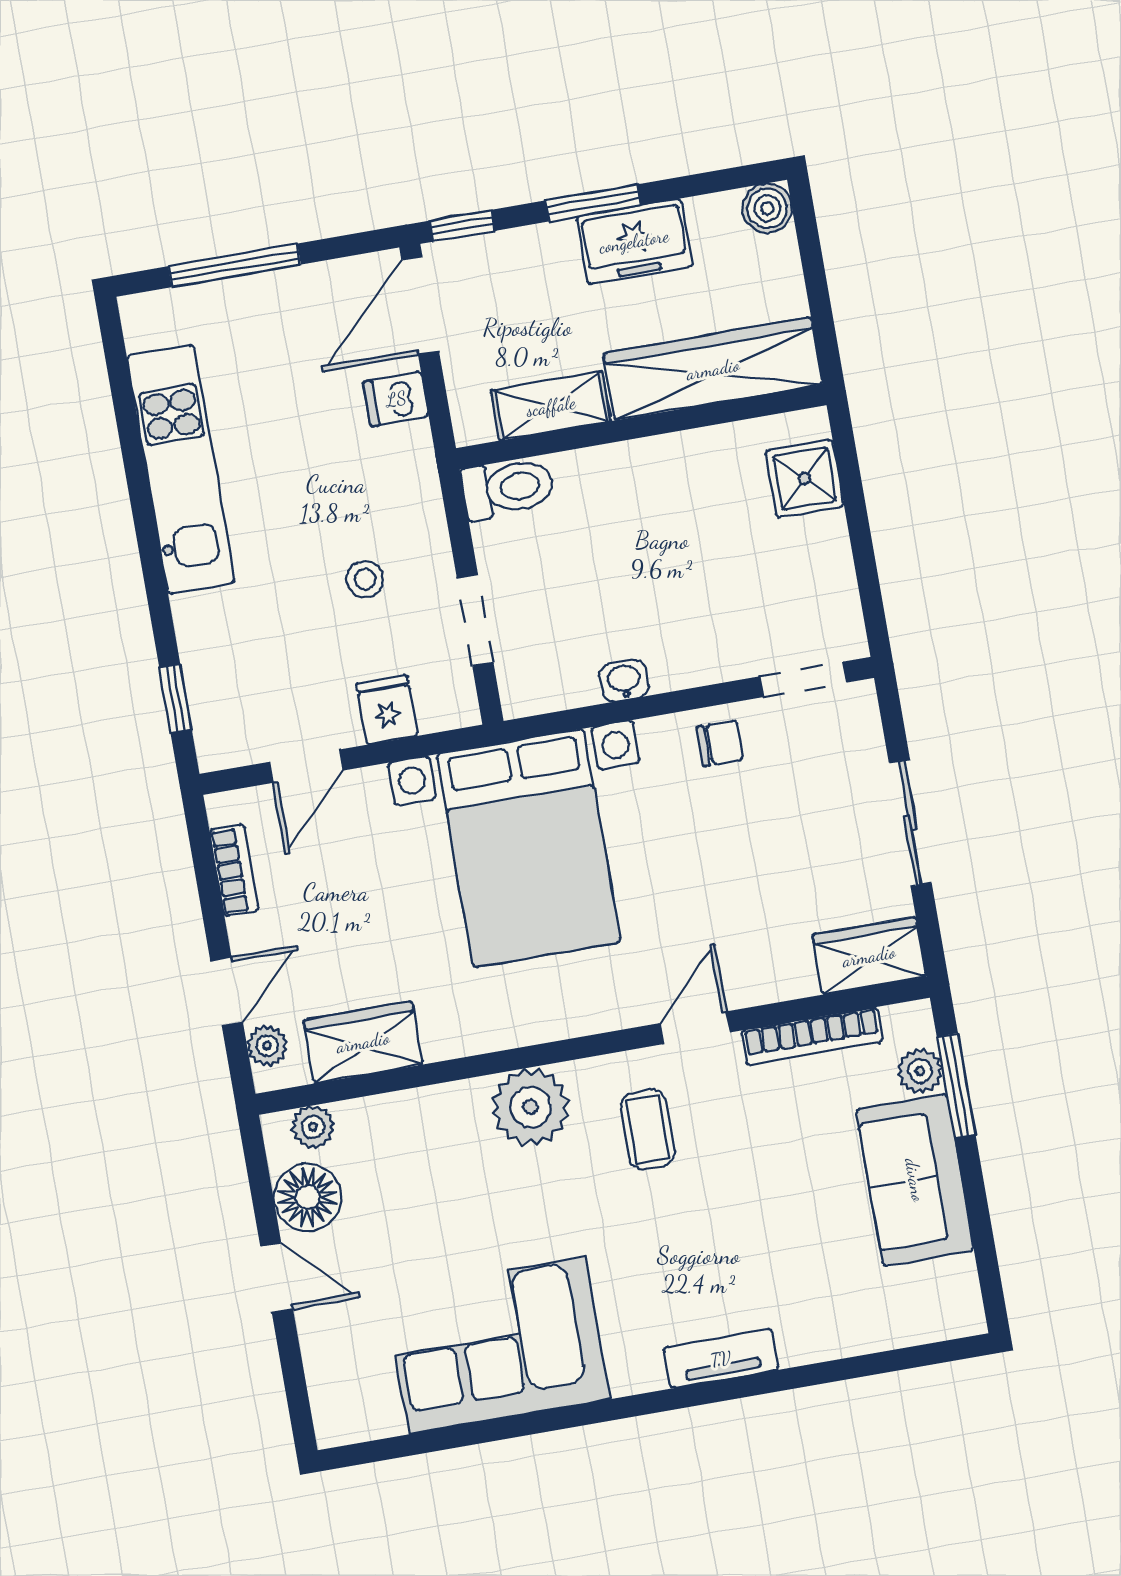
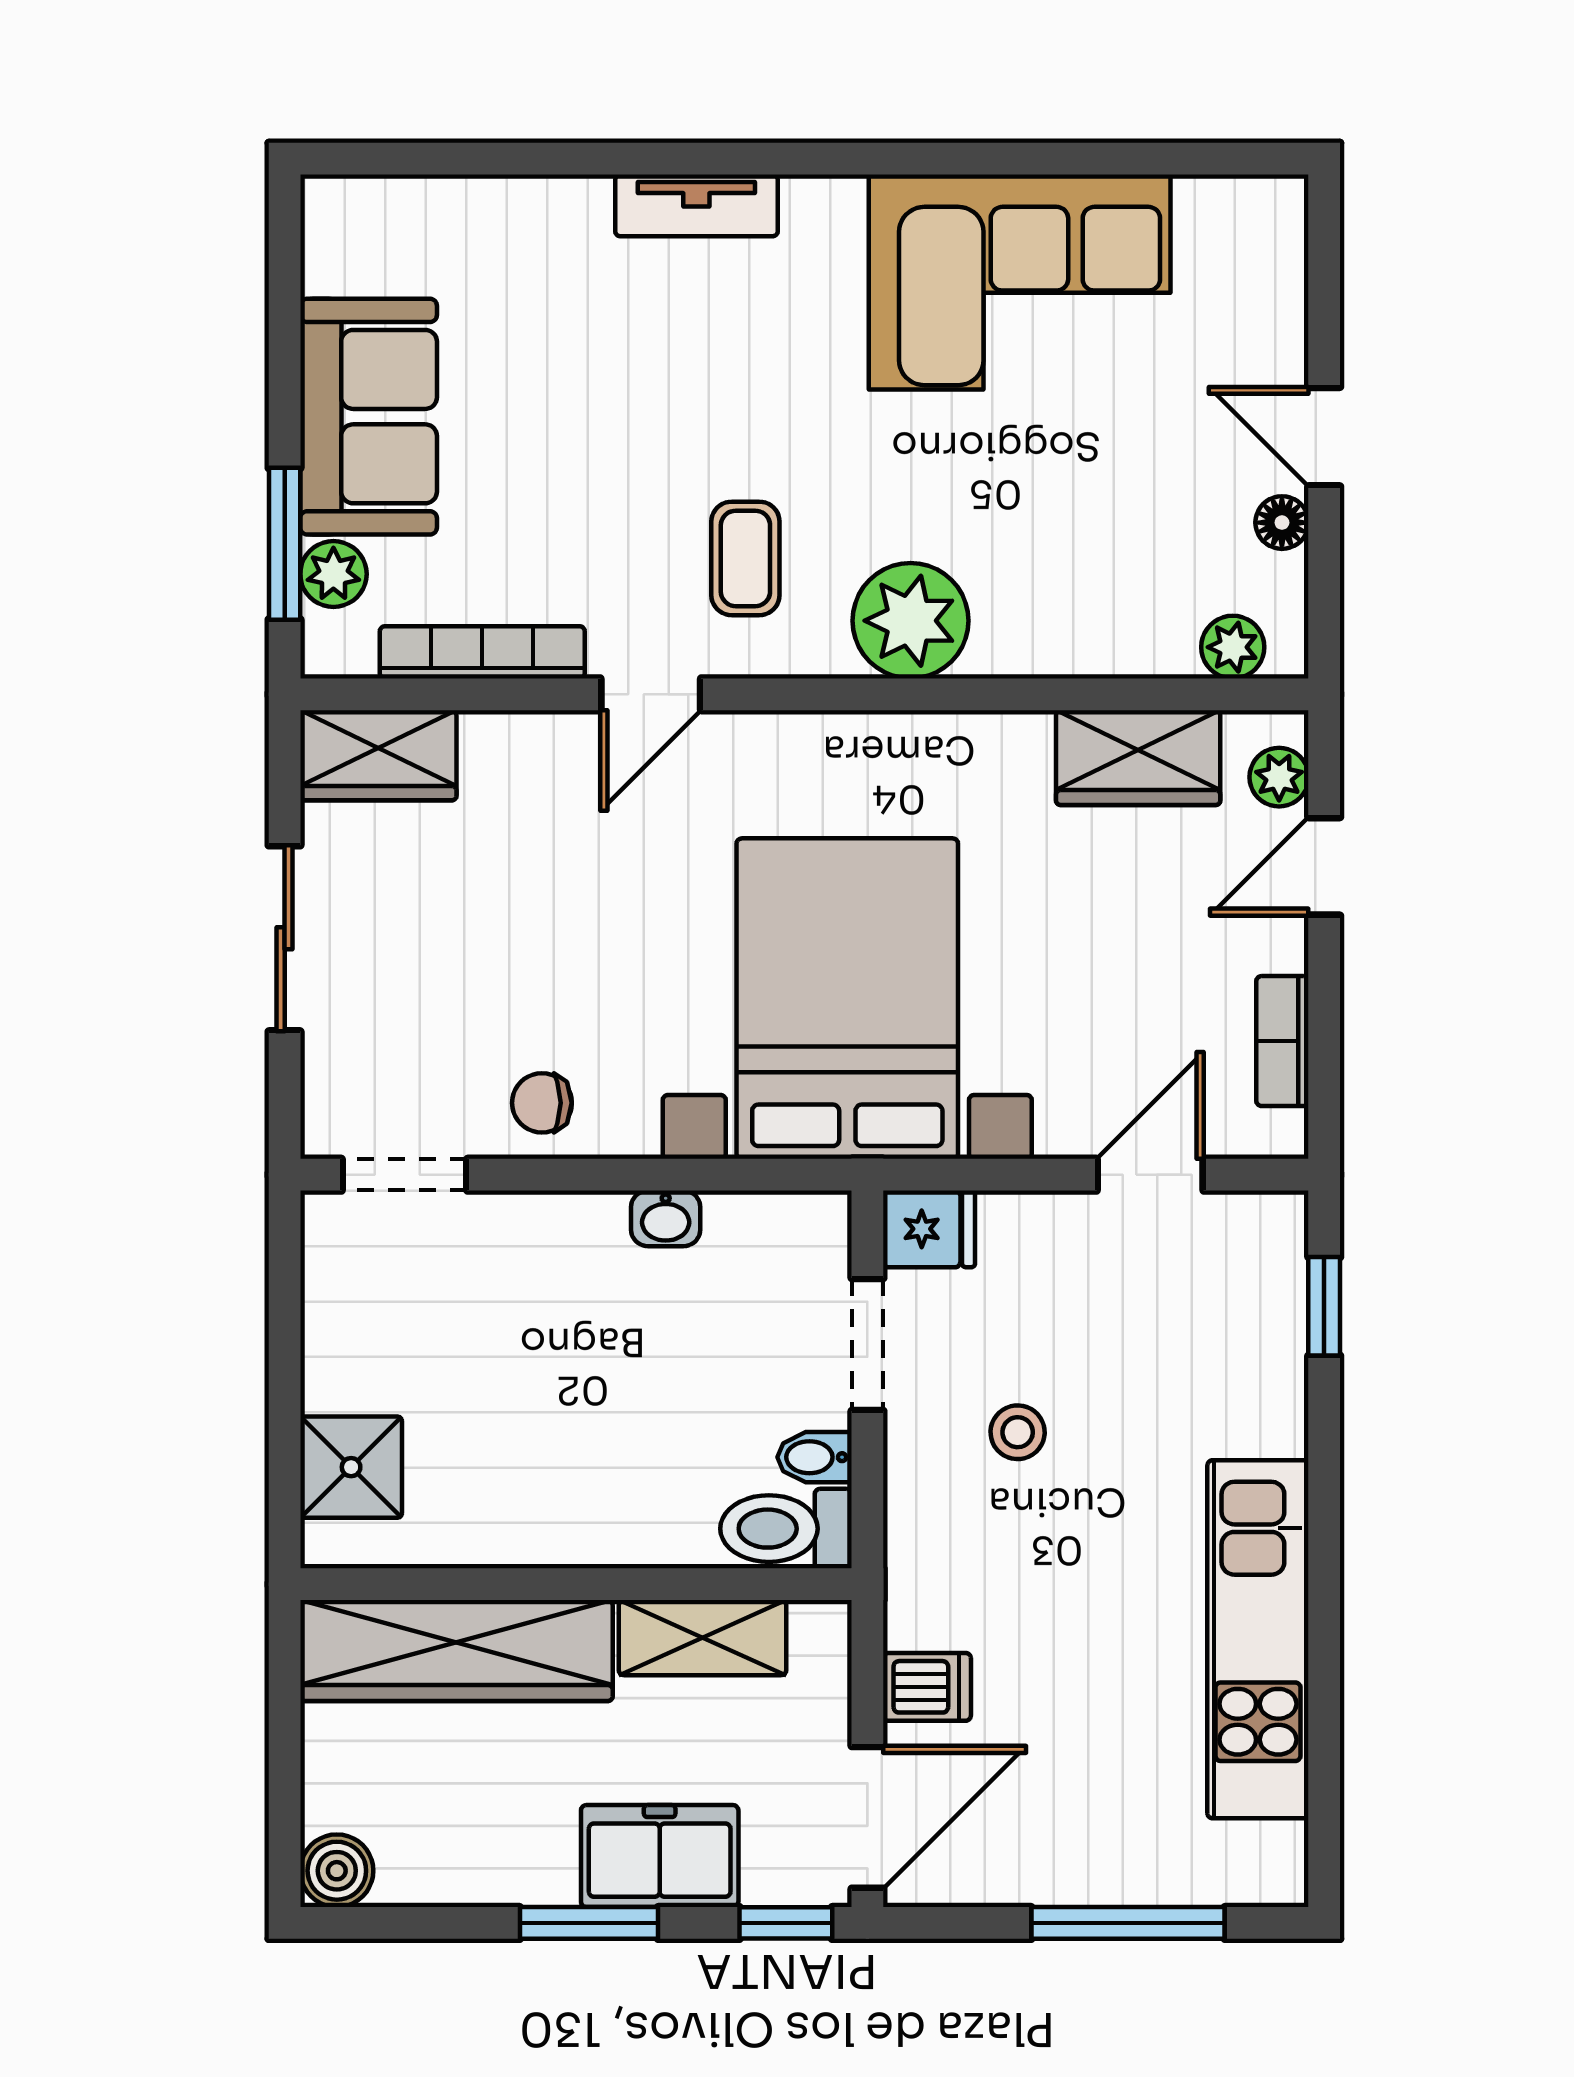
freezer: (634, 241) -> (660, 1856), moved
bidet: (497, 539) -> (815, 1457), added
fridge: (387, 710) -> (929, 1229), moved, turned -90
floor lamp: (308, 1197) -> (1282, 523), width x0.53, depth x0.53

